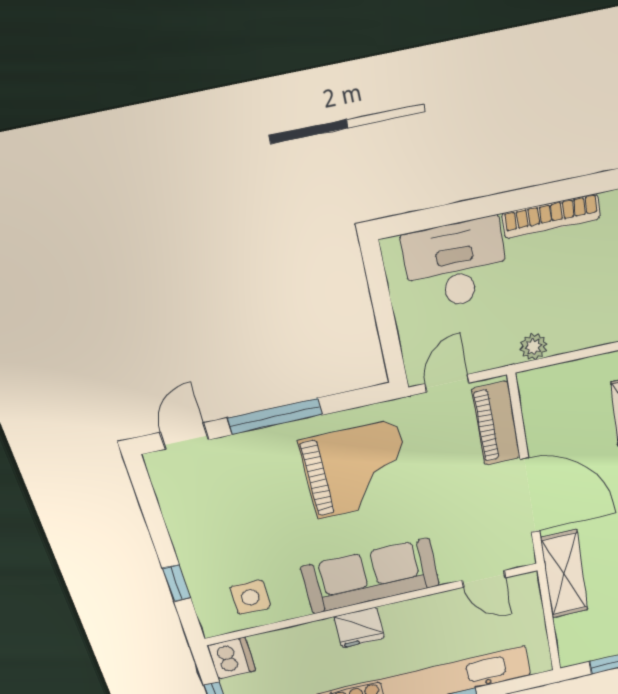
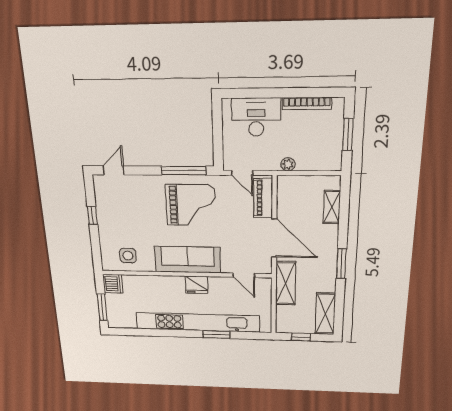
door: (447, 383) -> (242, 173), swing flipped
window: (275, 416) -> (184, 171), moved
window: (176, 583) -> (92, 215), moved
fridge: (359, 627) -> (197, 285), moved

